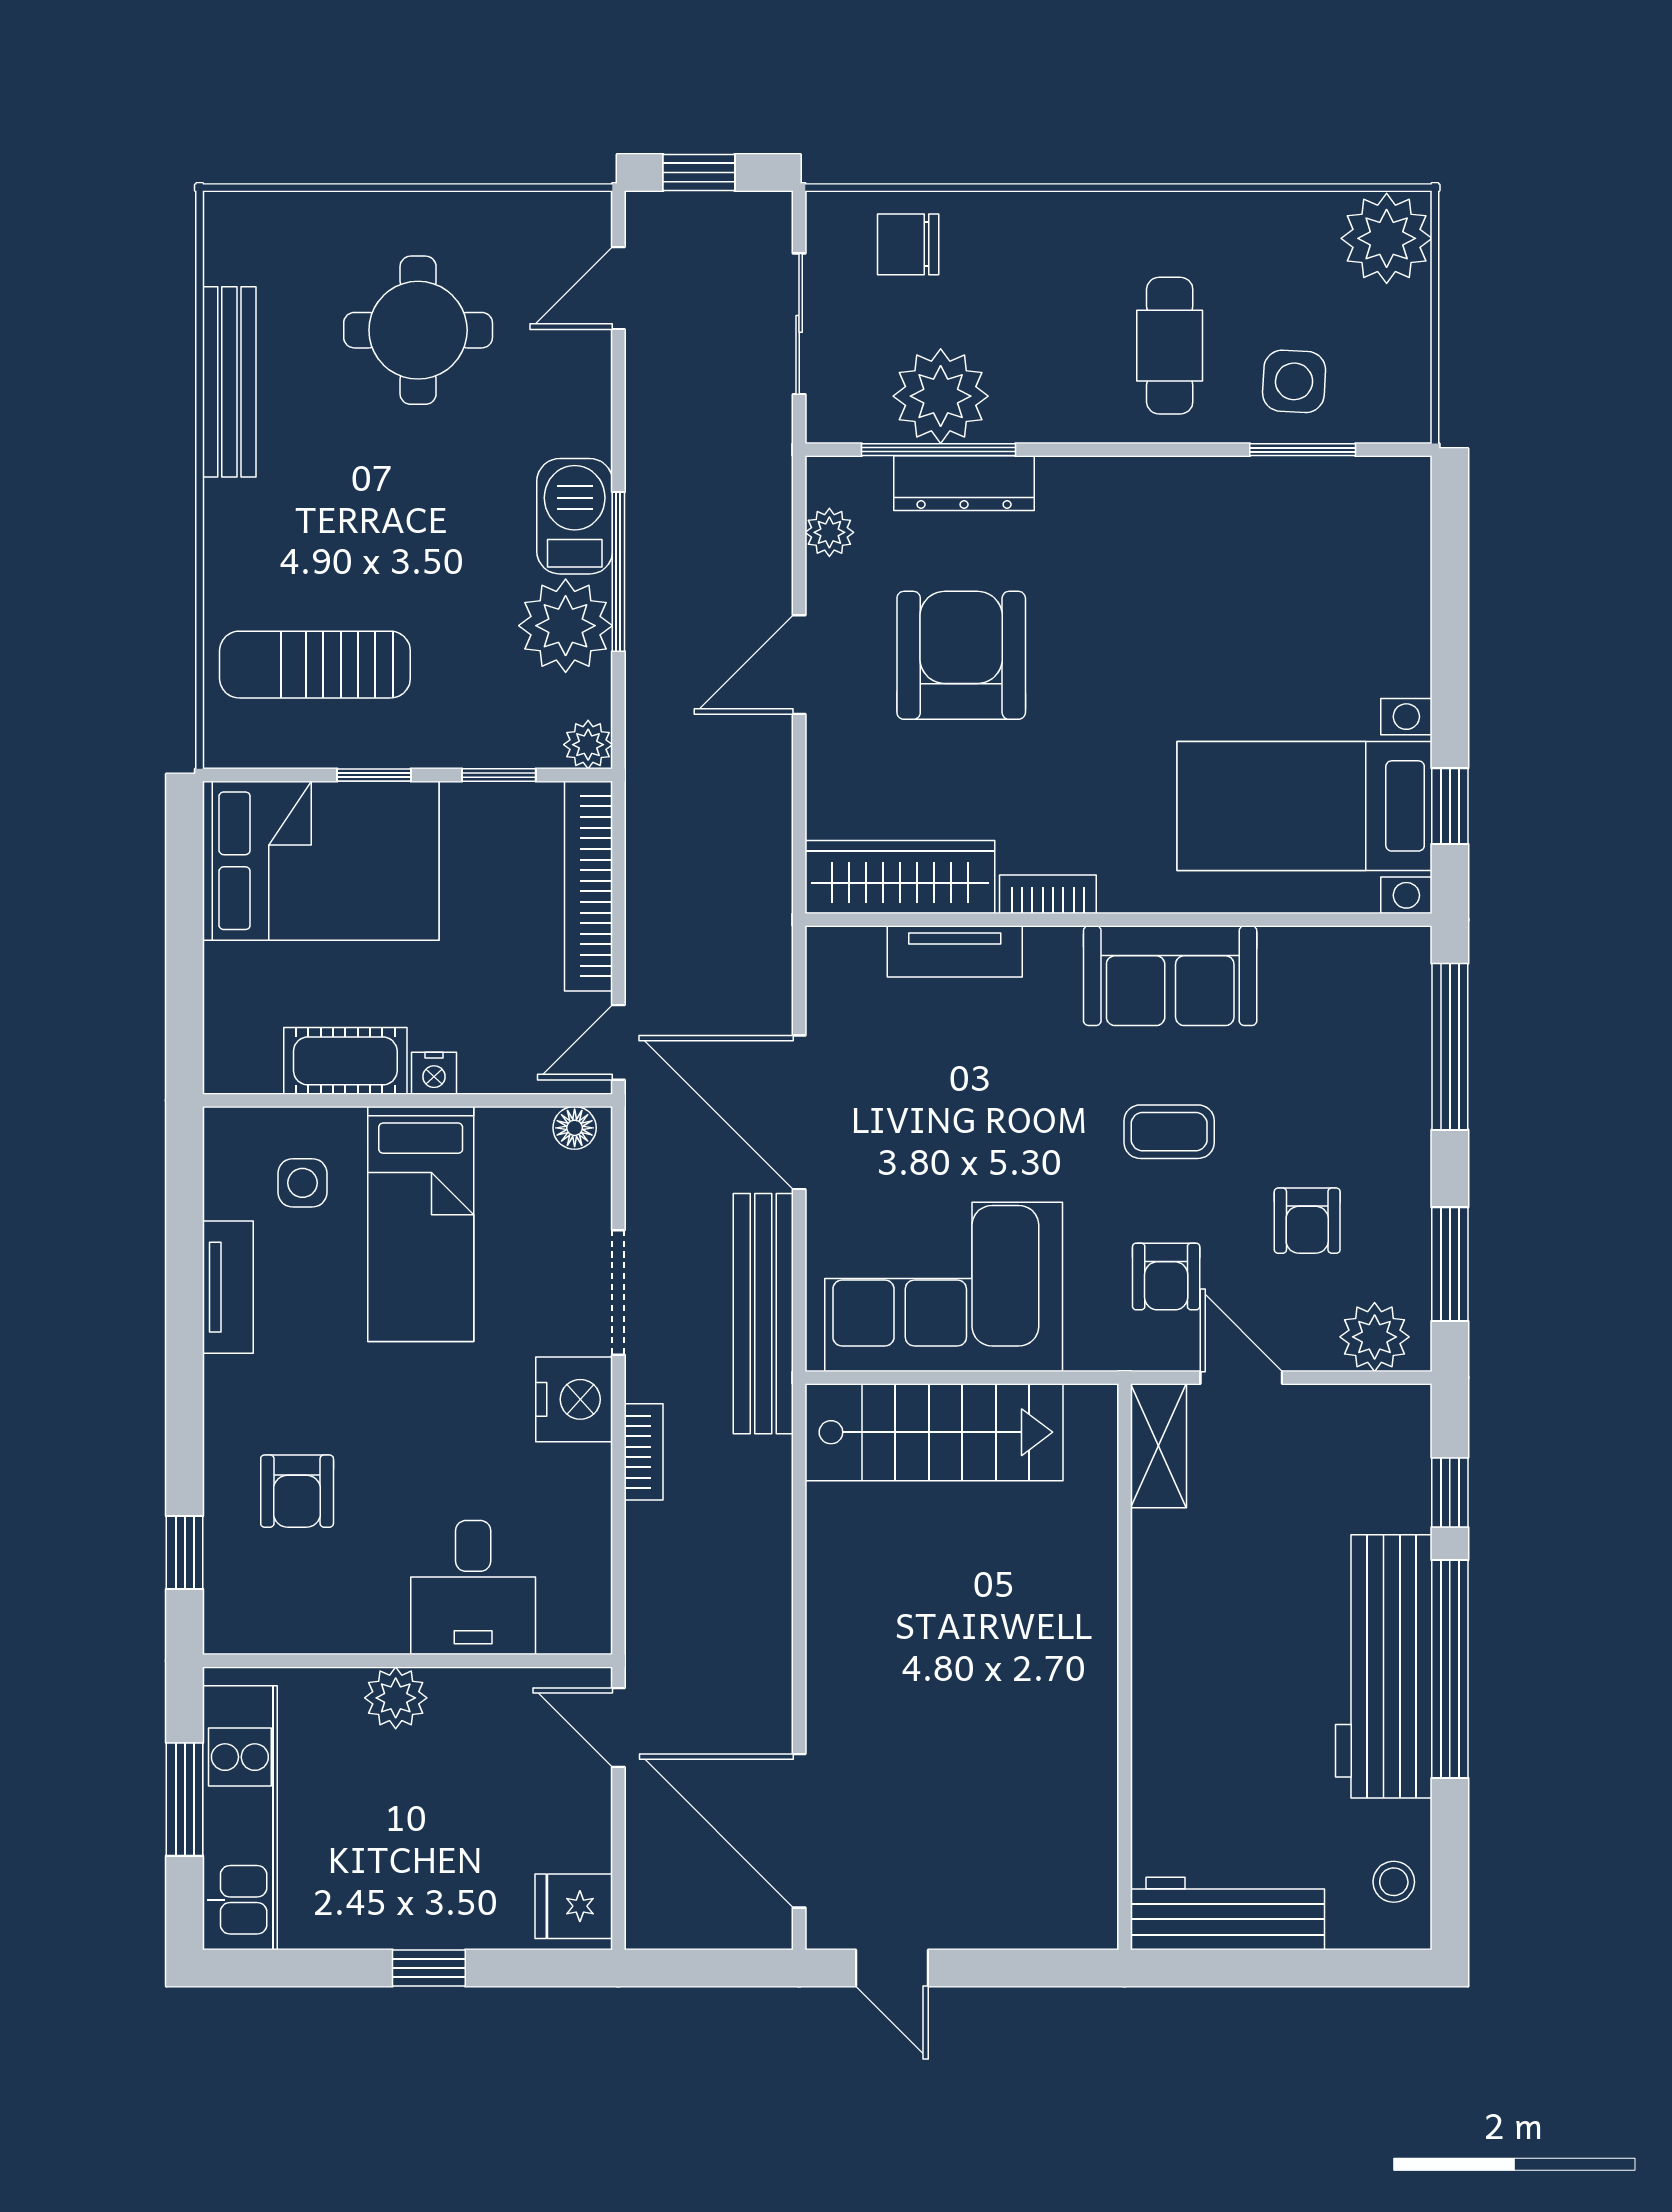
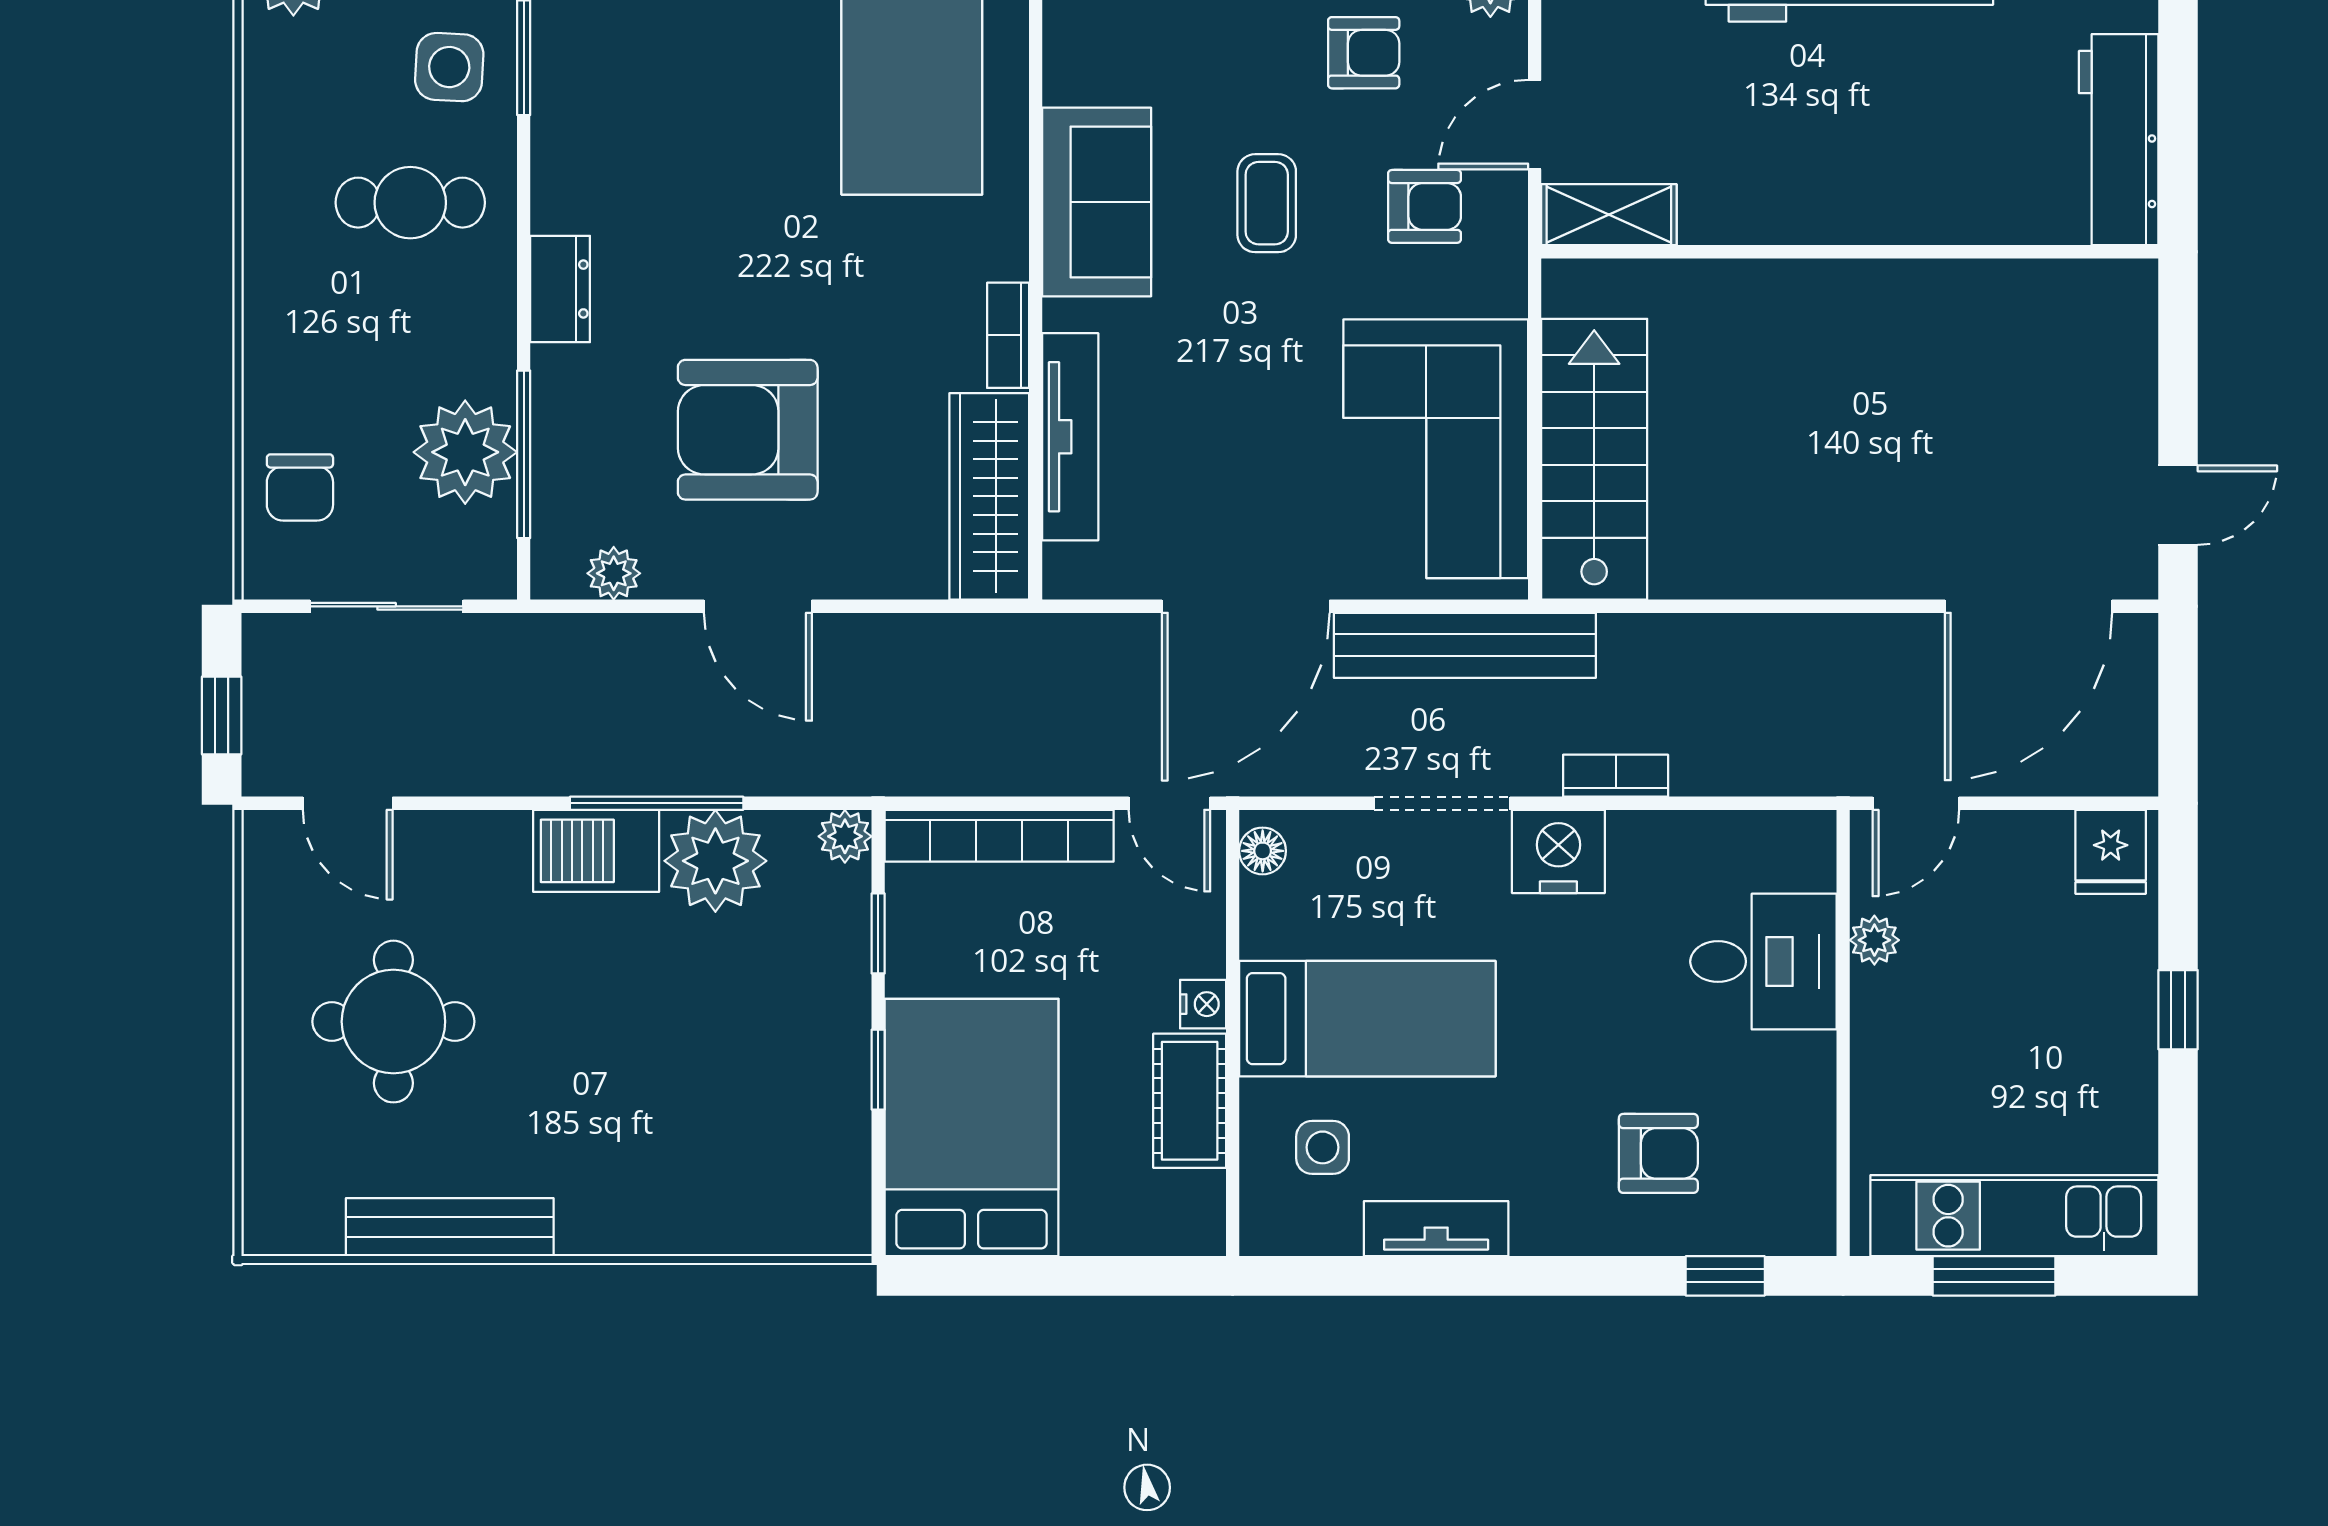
dresser: (964, 483) -> (560, 289), moved, width x0.70
sun lounger: (315, 665) -> (758, 1134), removed
tv unit: (955, 951) -> (1070, 437), width x1.41
plant: (396, 1698) -> (1874, 940), moved, width x0.73, depth x0.73

